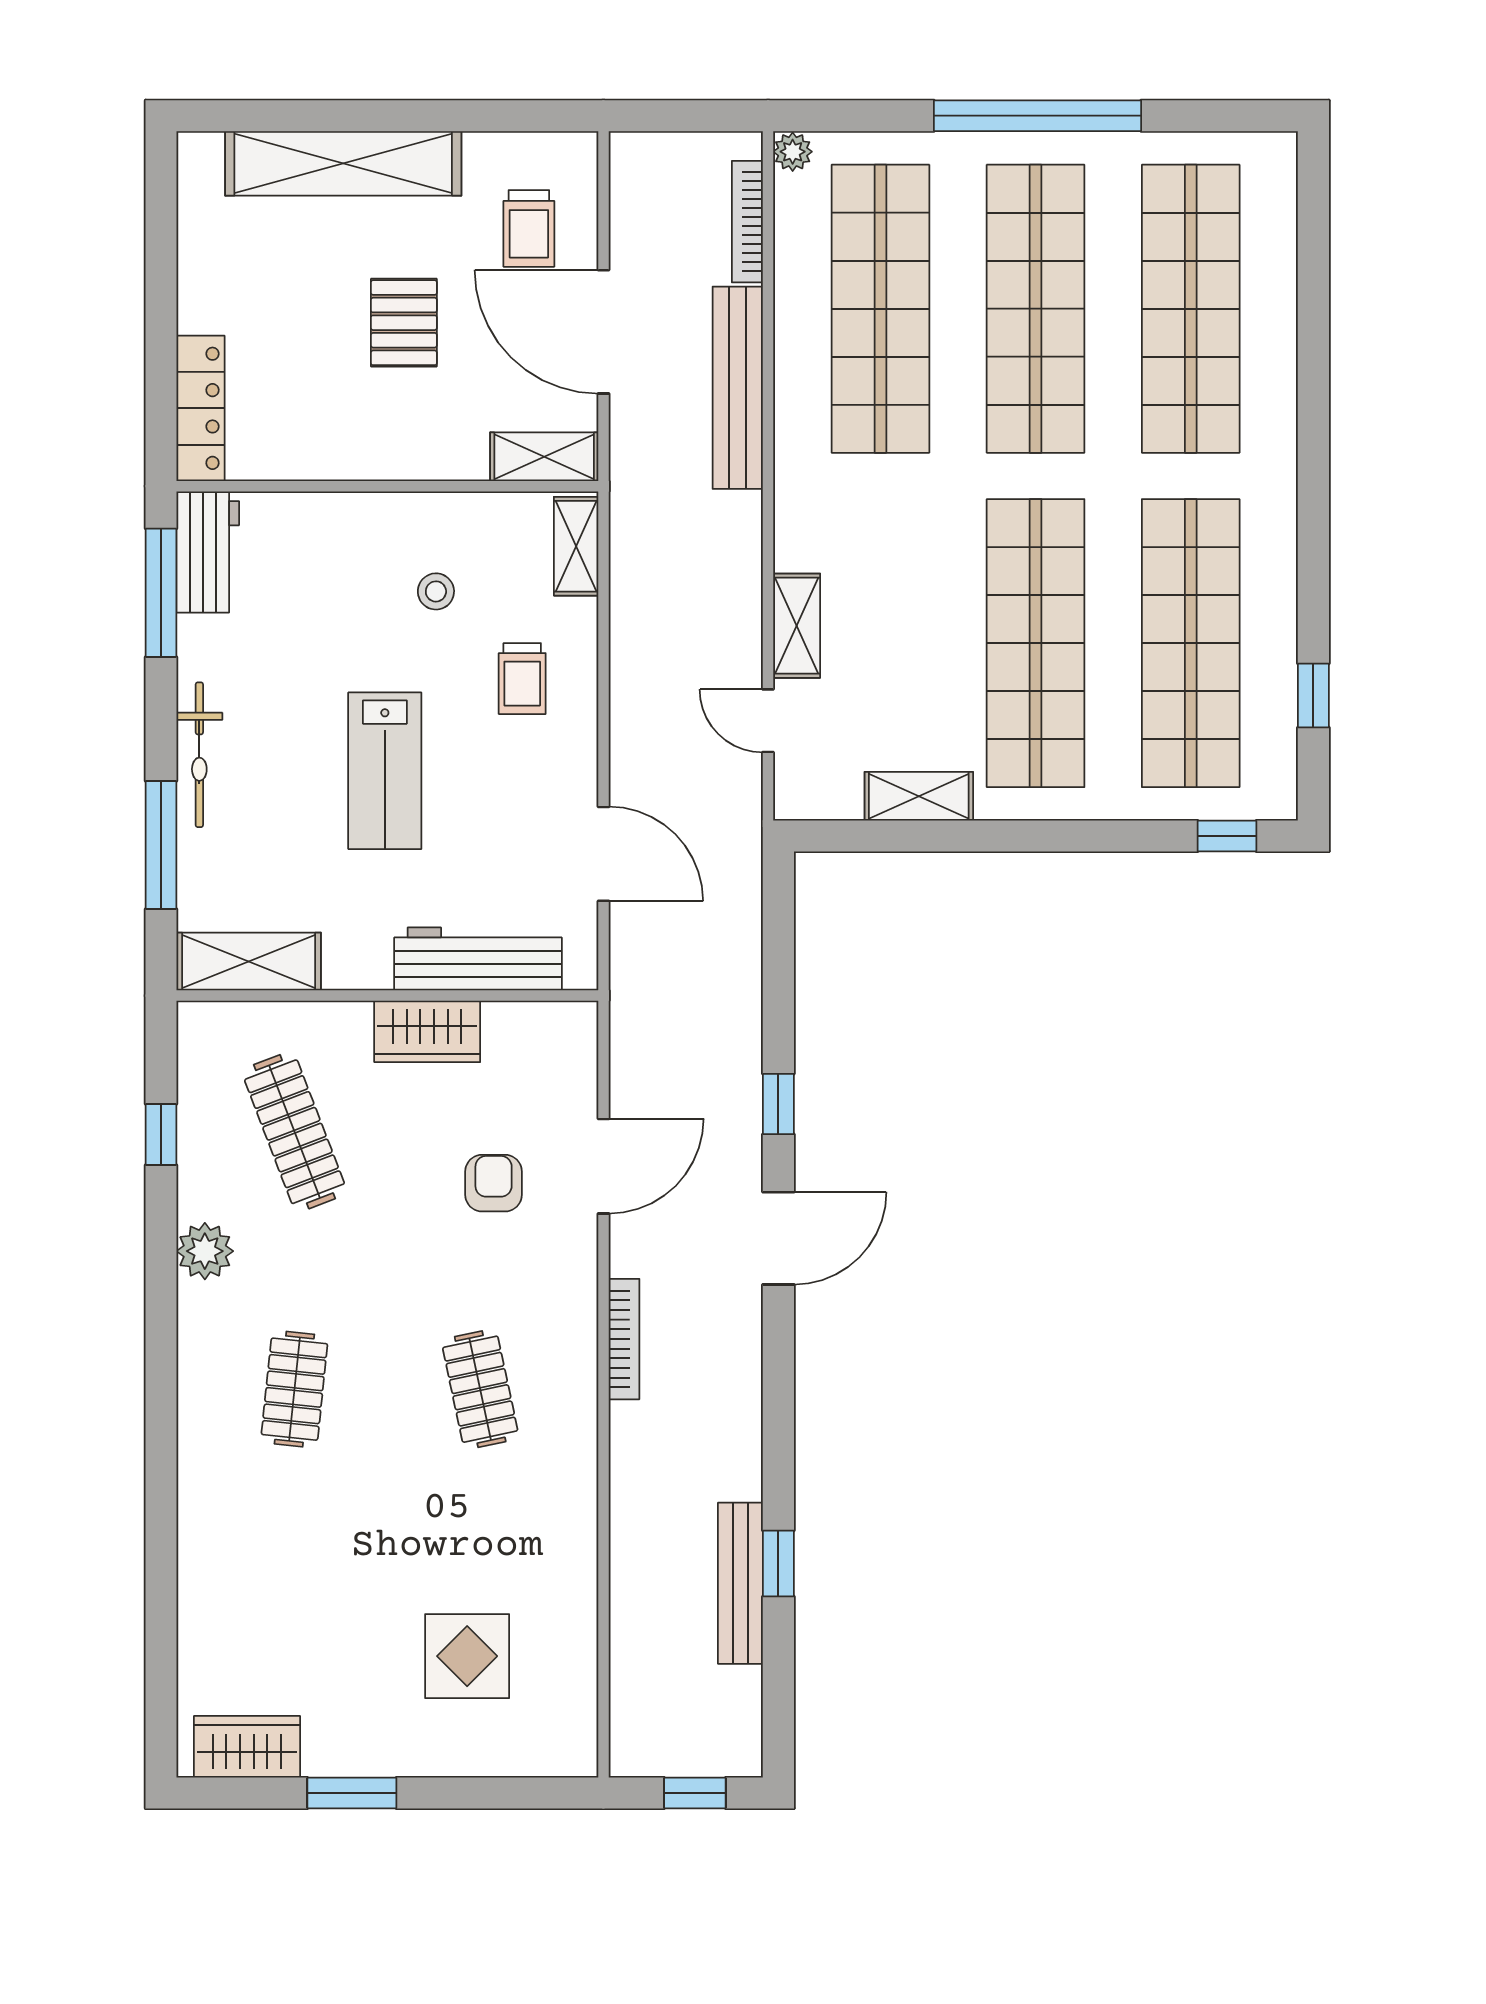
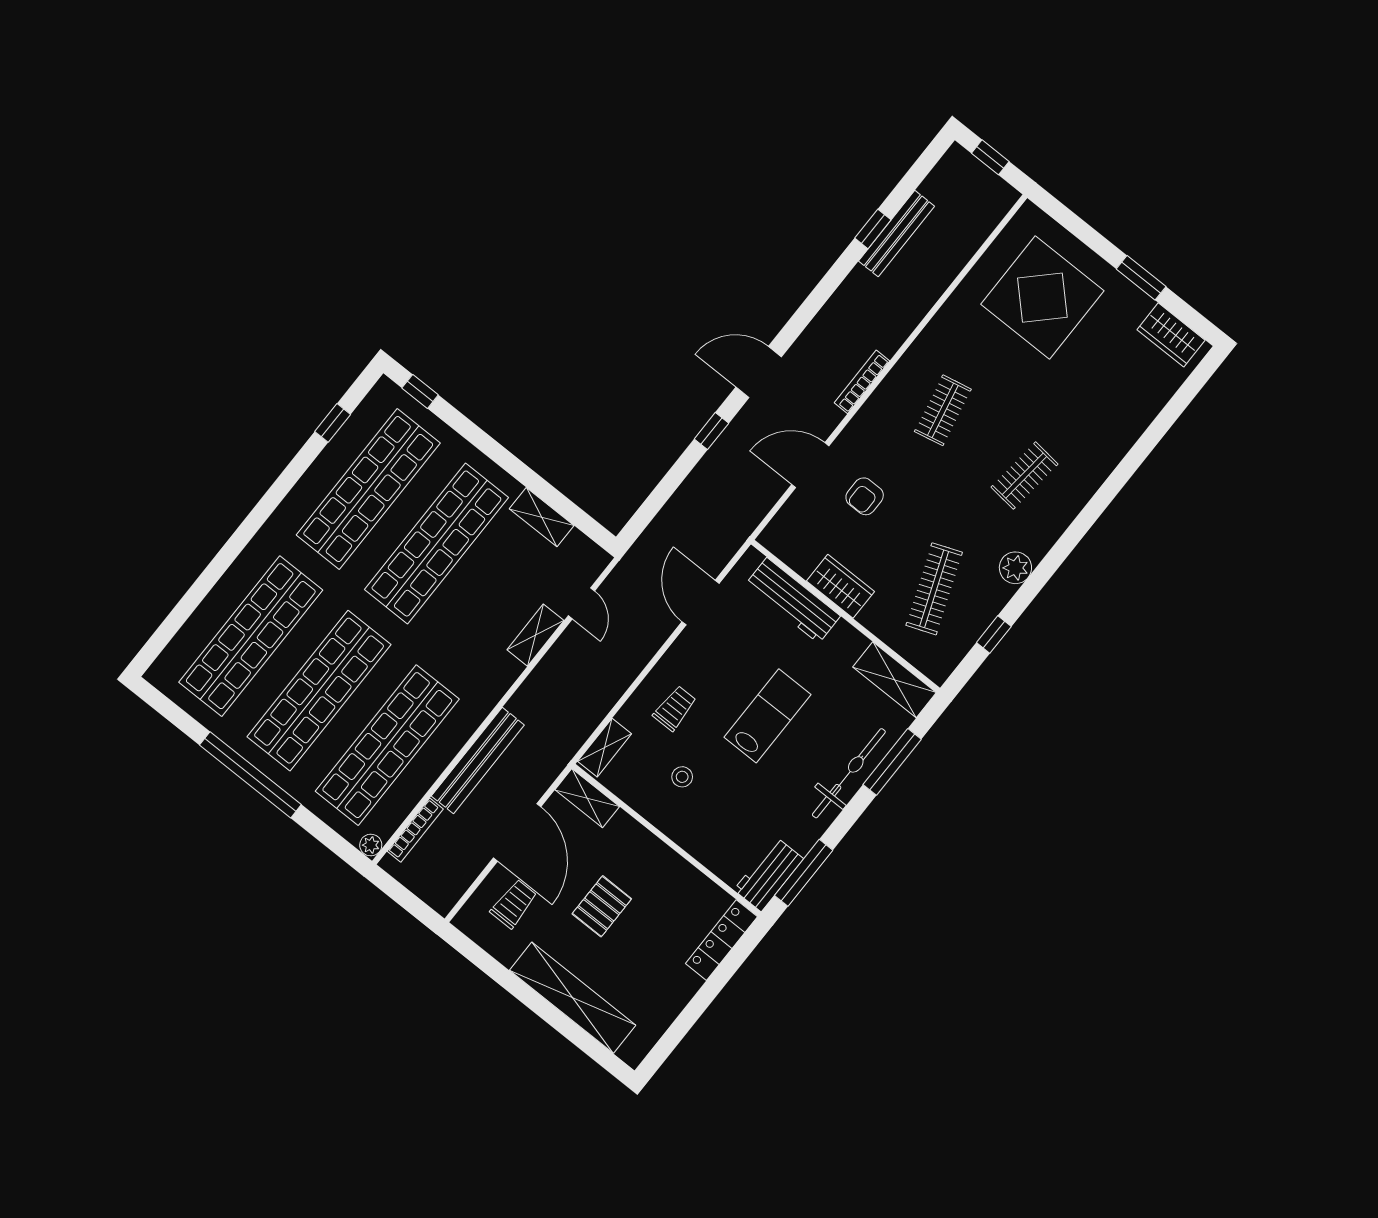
bicycle: (199, 755) -> (849, 773), width x1.37, depth x1.40
display table: (467, 1656) -> (1042, 298), width x1.86, depth x1.86

